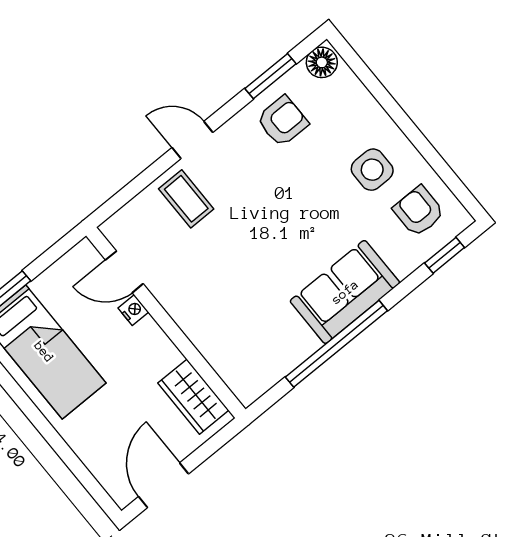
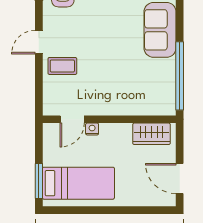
window: (336, 344) -> (180, 76), moved

